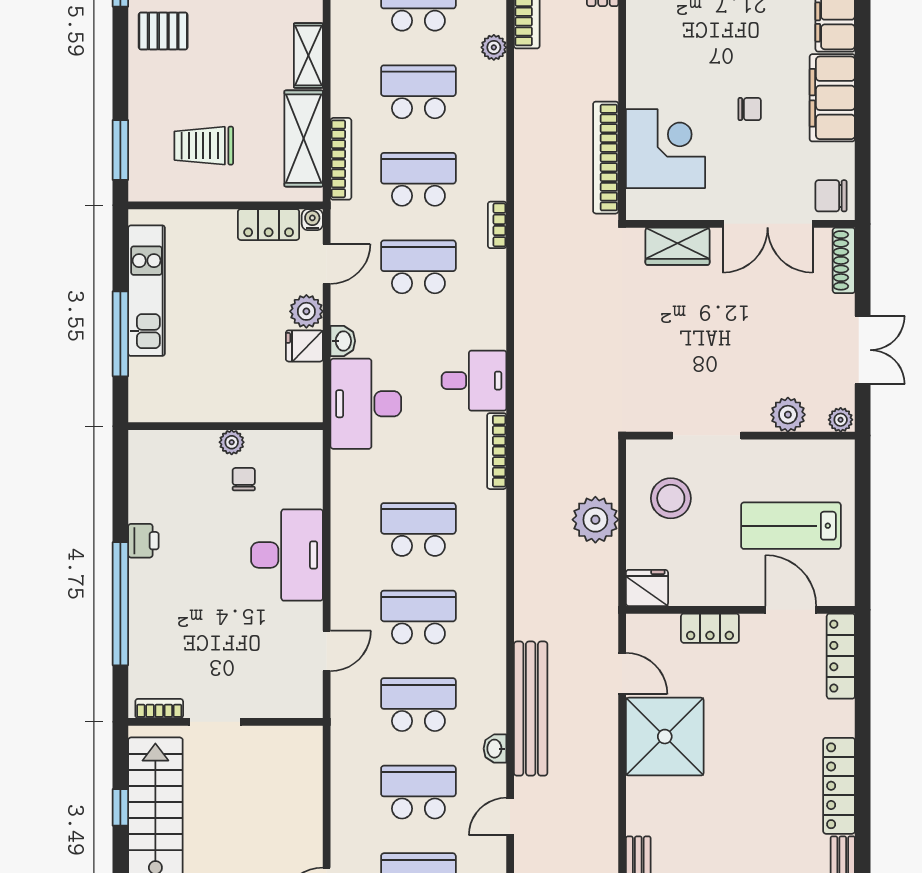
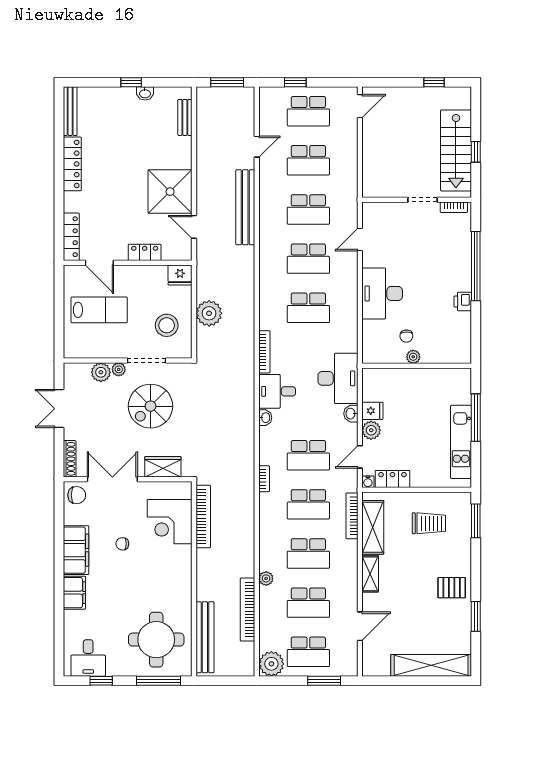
spiral stairs: (700, 354) -> (150, 406), added
plant: (841, 420) -> (119, 369), moved
washbasin: (495, 749) -> (265, 418), moved

